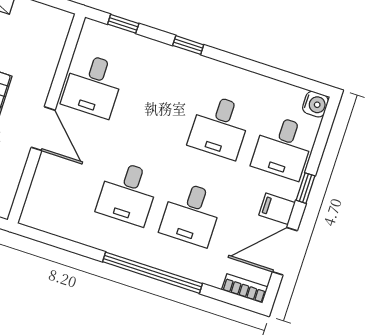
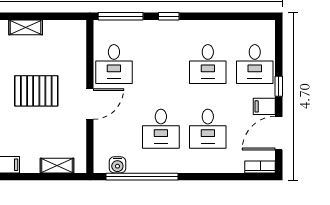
window: (123, 24) -> (121, 16), width x2.17
water cooler: (315, 104) -> (117, 165), moved, turned 90
door: (43, 129) -> (90, 104), hinge flipped
window: (153, 273) -> (142, 177), moved

